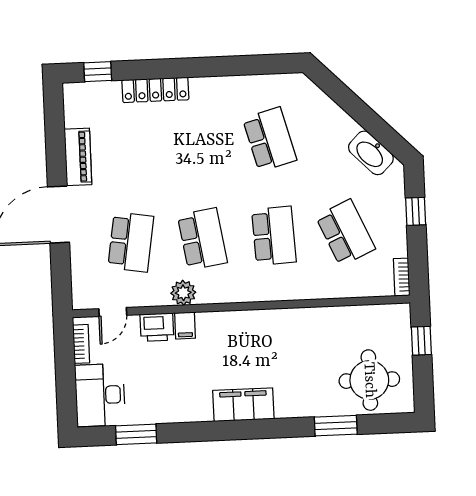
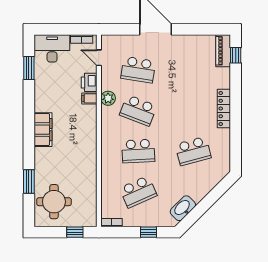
locker: (155, 90) -> (224, 108), moved
piano: (78, 157) -> (223, 51), moved, turned 90
school desk: (202, 239) -> (138, 110), turned 30

